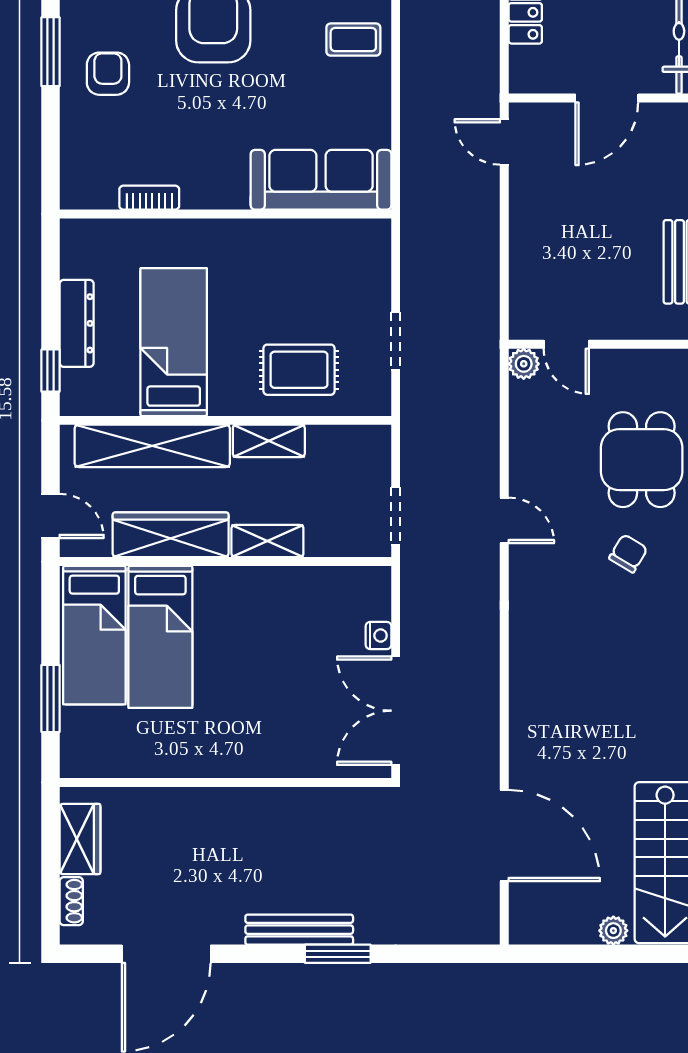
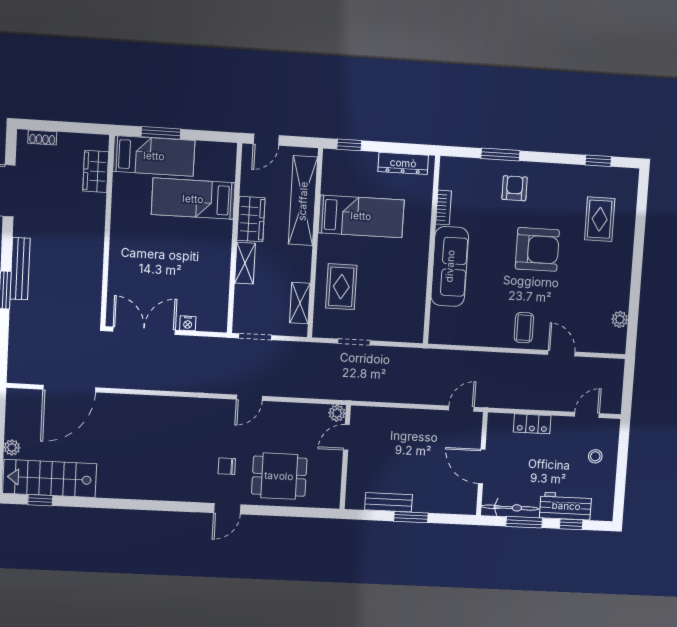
window: (51, 52) -> (500, 155), moved
armchair: (108, 74) -> (515, 188), turned -90
sofa: (321, 180) -> (450, 266), moved
dresser: (77, 323) -> (403, 163), moved
shelving: (269, 441) -> (300, 303), moved
wardrobe: (171, 535) -> (251, 219), width x0.67
chair: (628, 553) -> (227, 466), turned 149
bed: (94, 635) -> (154, 156), moved, turned 180
wardrobe: (80, 839) -> (96, 171), moved, turned 90

